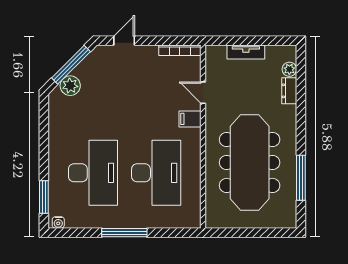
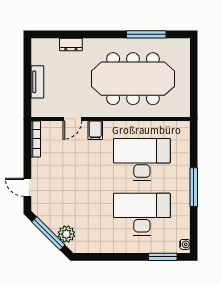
plant: (289, 69) -> (52, 44), removed

